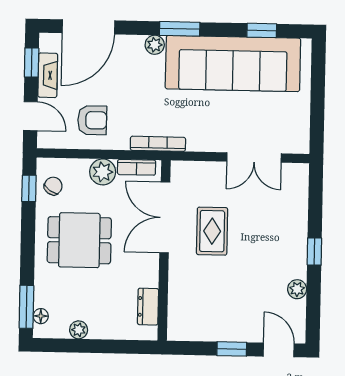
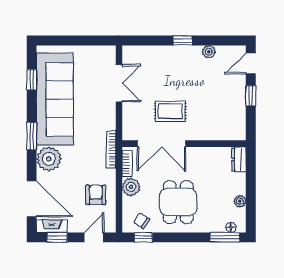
plant: (155, 45) -> (49, 159), width x1.88, depth x1.88
fireplace: (48, 75) -> (52, 226), moved
dresser: (148, 307) -> (239, 159), moved, turned 90

